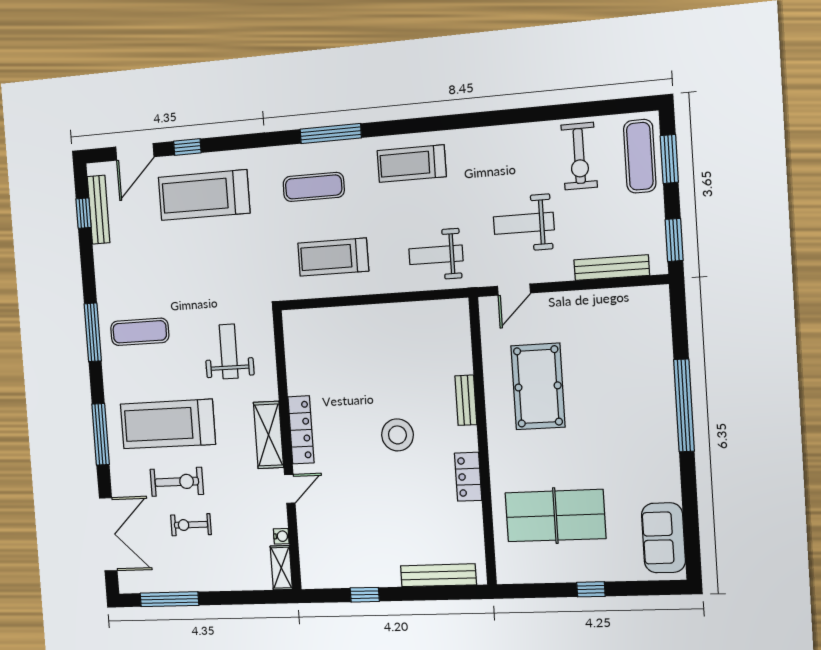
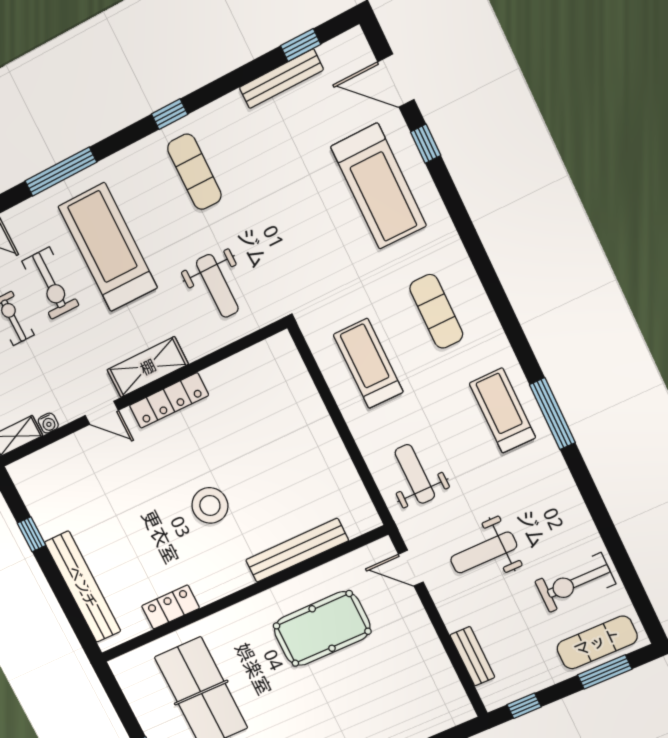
window: (331, 133) -> (552, 414), moved
treadmill: (204, 195) -> (379, 186), turned 180
bench: (99, 210) -> (281, 79), moved
weight bench: (524, 223) -> (484, 552), turned -90
window: (674, 240) -> (524, 706), width x0.67
bench: (612, 268) -> (472, 656), width x0.73
window: (93, 332) -> (170, 114), width x0.46
weight bench: (229, 351) -> (217, 286), turned 90
bench: (466, 400) -> (297, 550), width x1.86, depth x1.21
locker: (468, 477) -> (171, 607), moved
bench: (438, 575) -> (83, 587), width x1.37, depth x1.21

